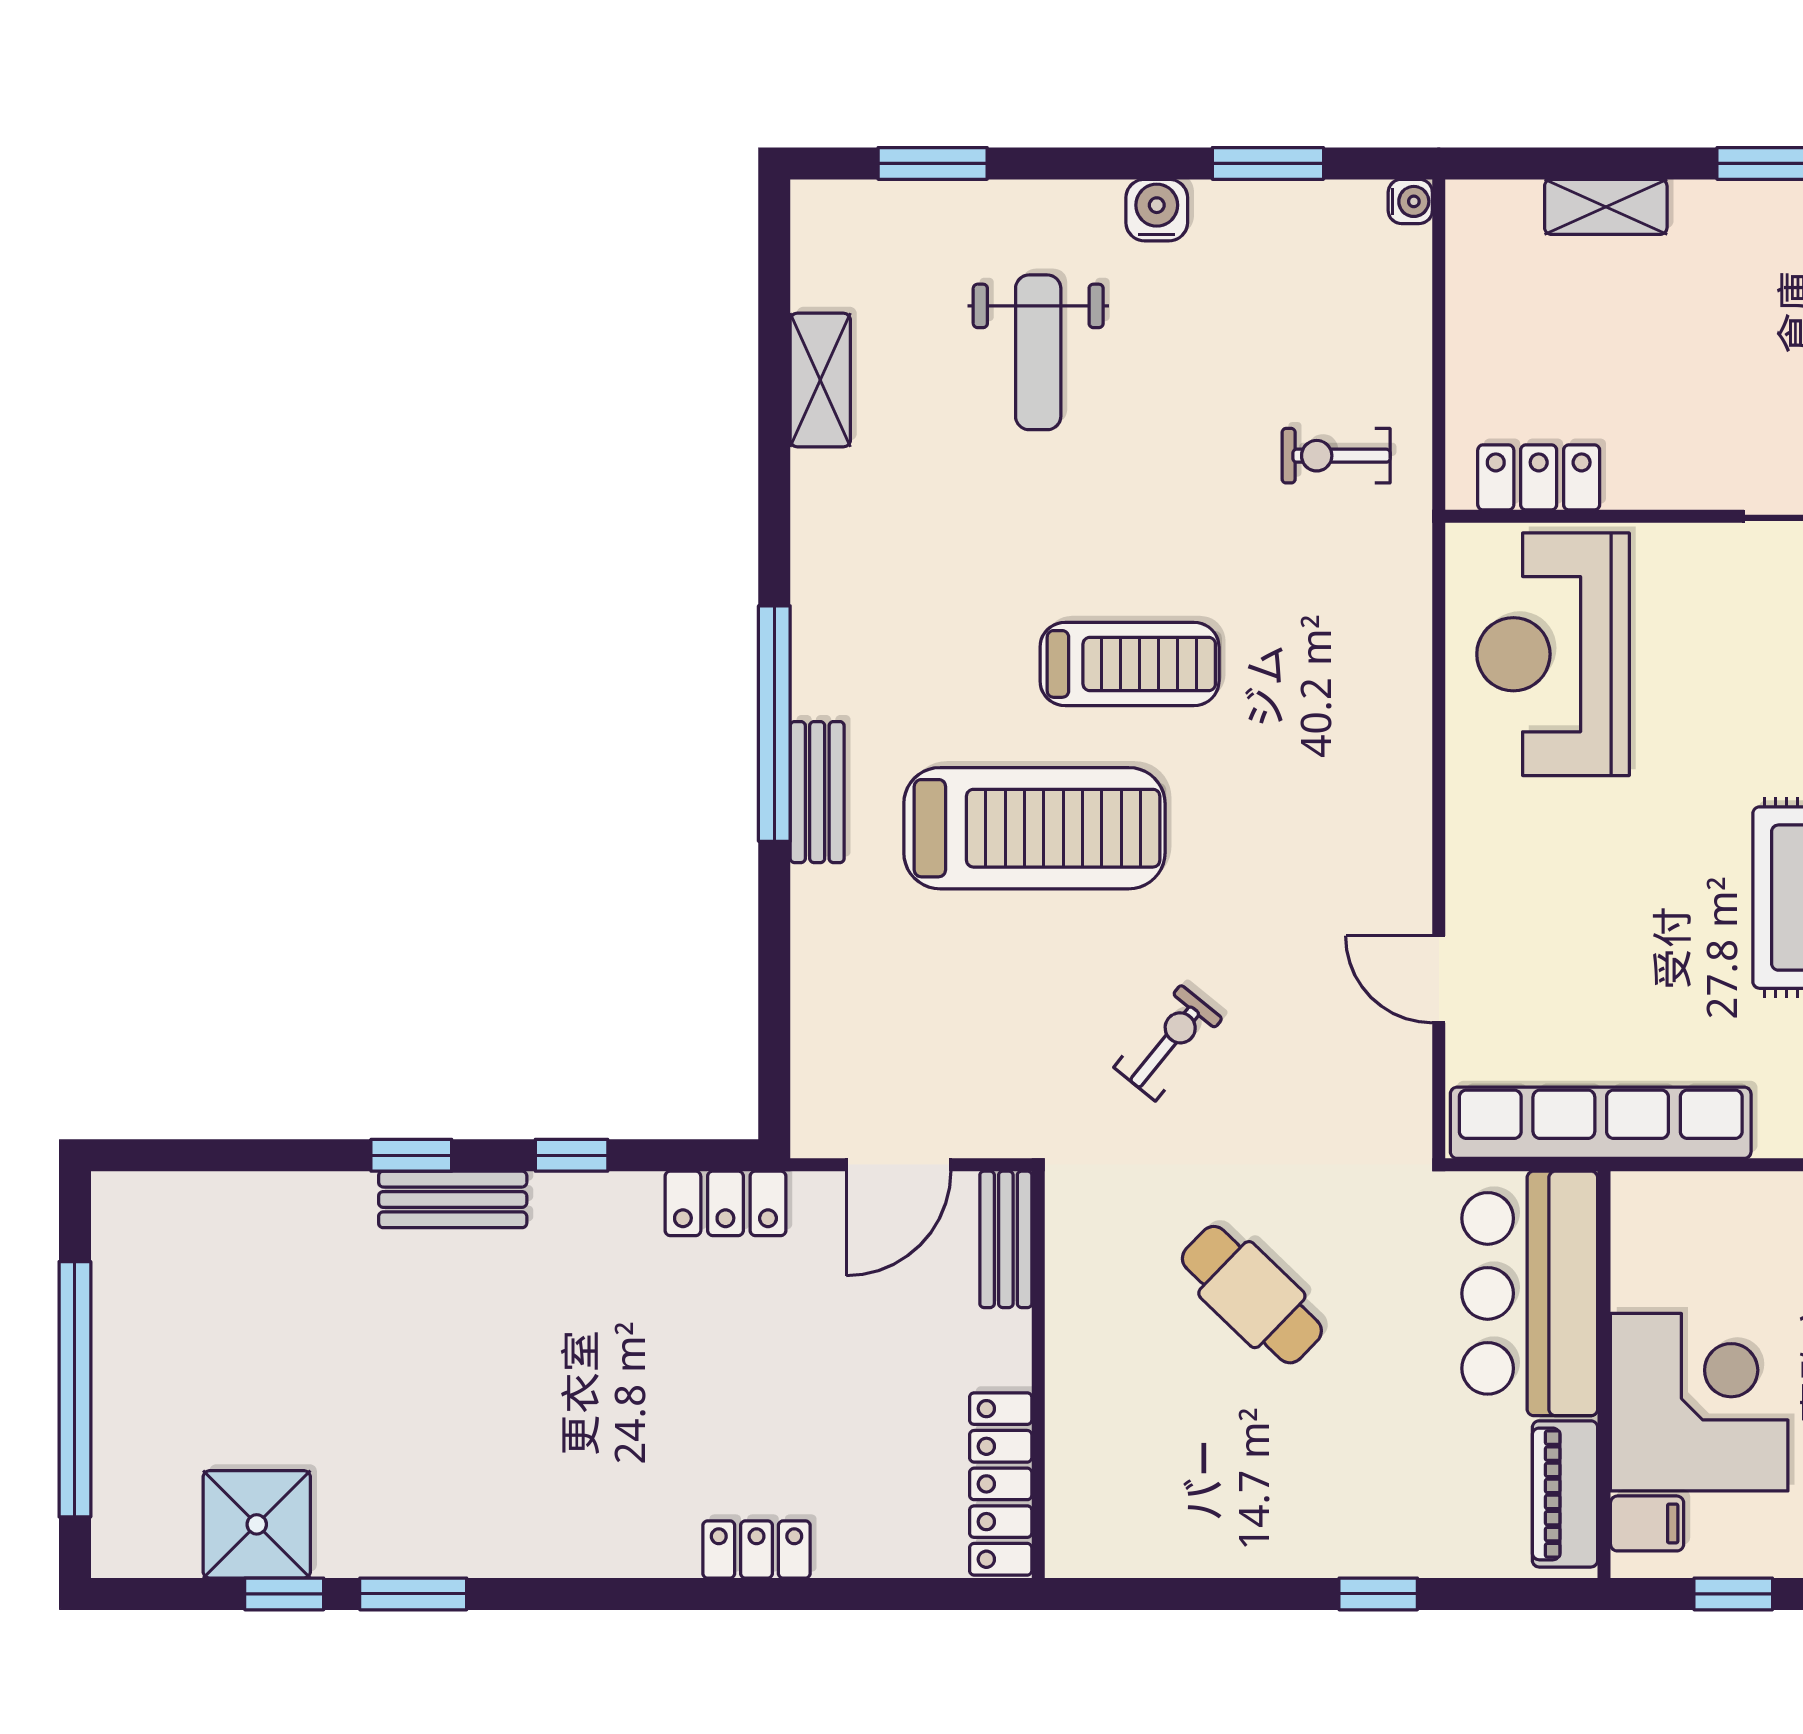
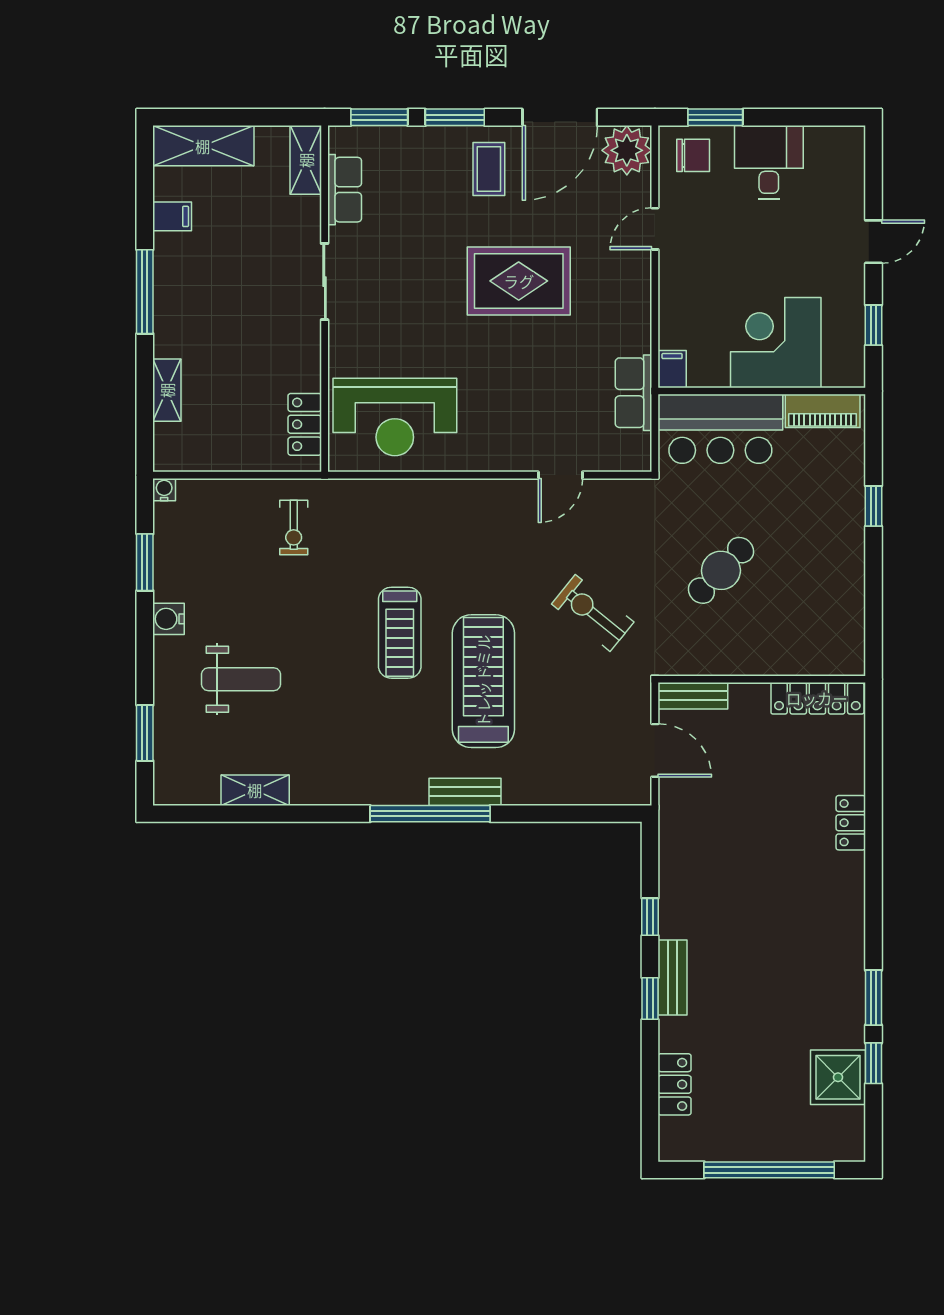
treadmill: (1130, 664) -> (400, 633), turned 180
exercise bike: (1168, 1043) -> (593, 613), width x1.38, depth x1.39
row of seats: (1601, 1123) -> (633, 393), width x0.50
locker: (725, 1203) -> (675, 1084), moved
filing cabinet: (1647, 1523) -> (672, 369), moved

